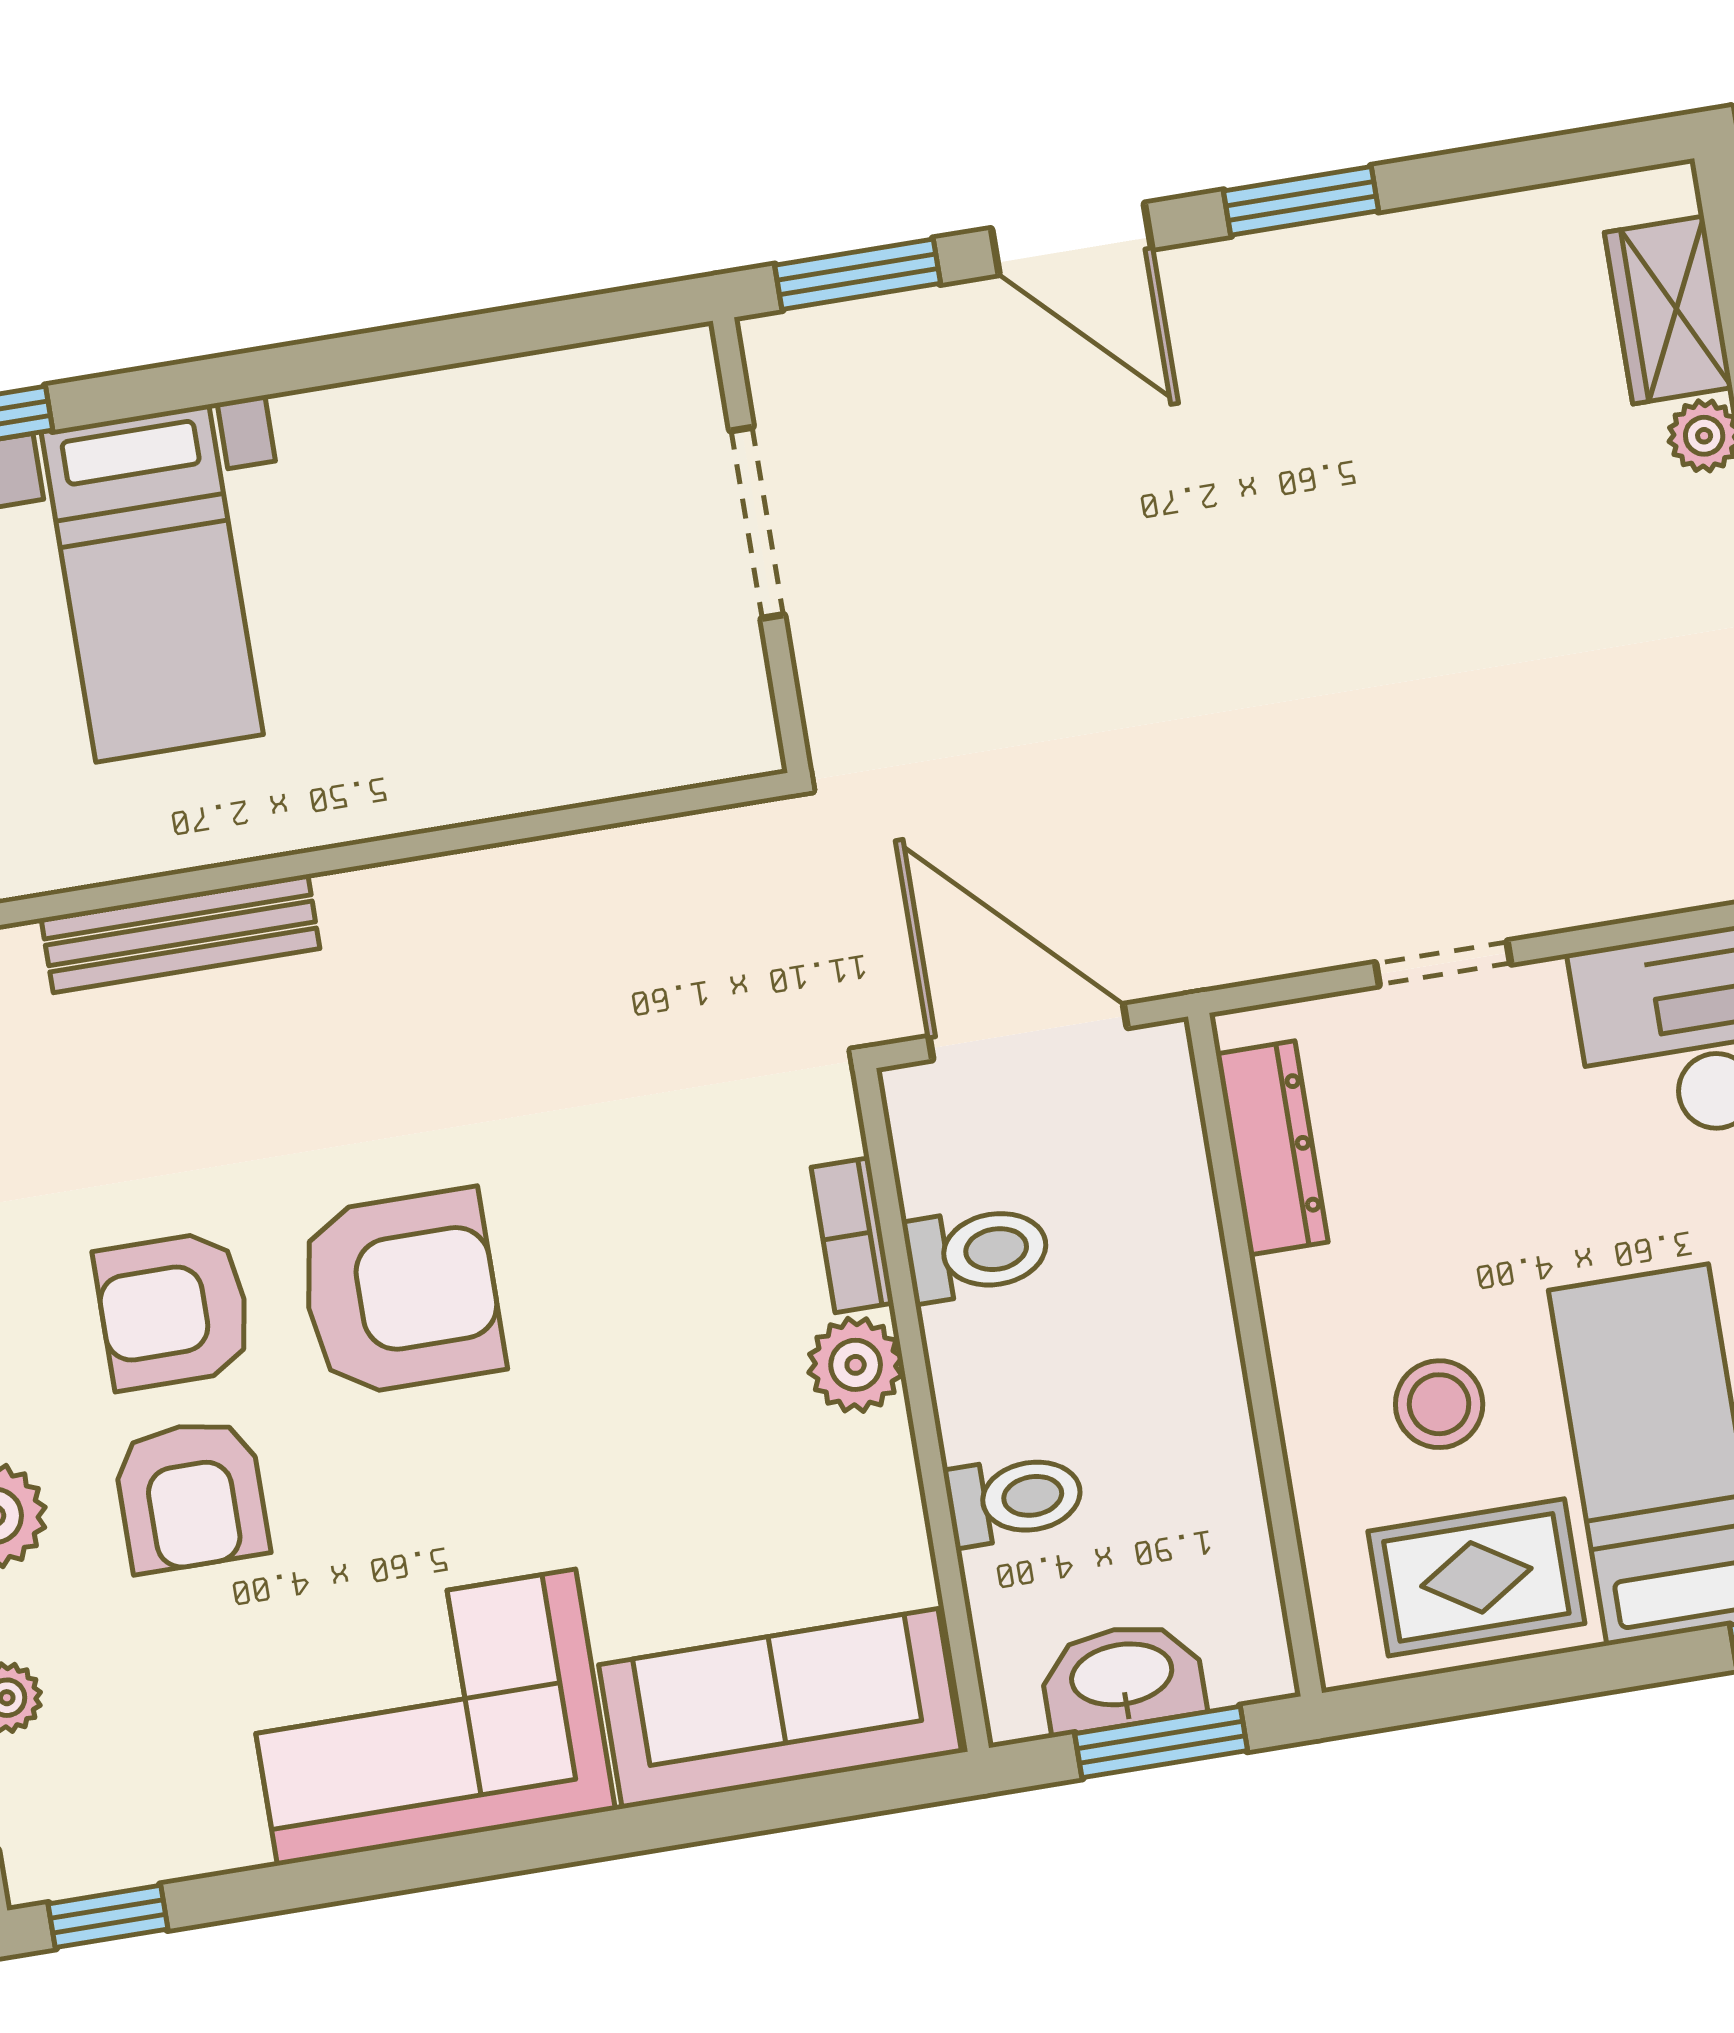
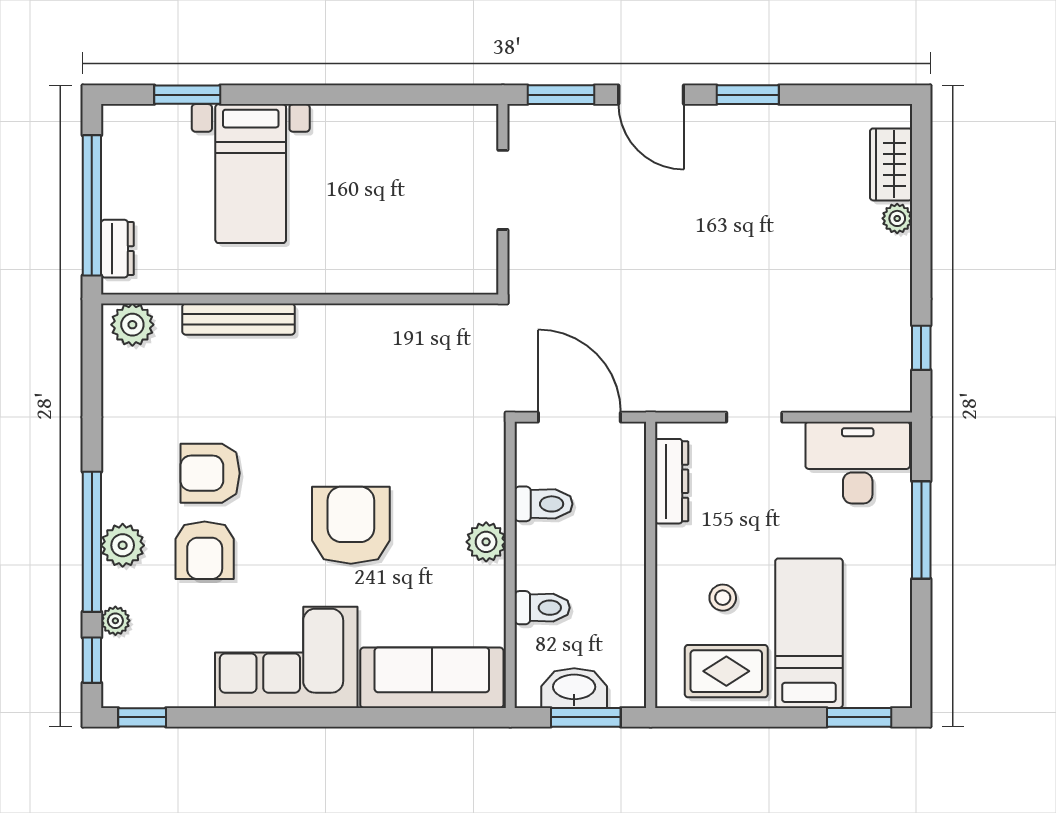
bookcase: (852, 1235) -> (494, 488), removed
armchair: (401, 1293) -> (351, 525), moved, turned -90
stool: (1439, 1404) -> (723, 598), width x0.73, depth x0.73

